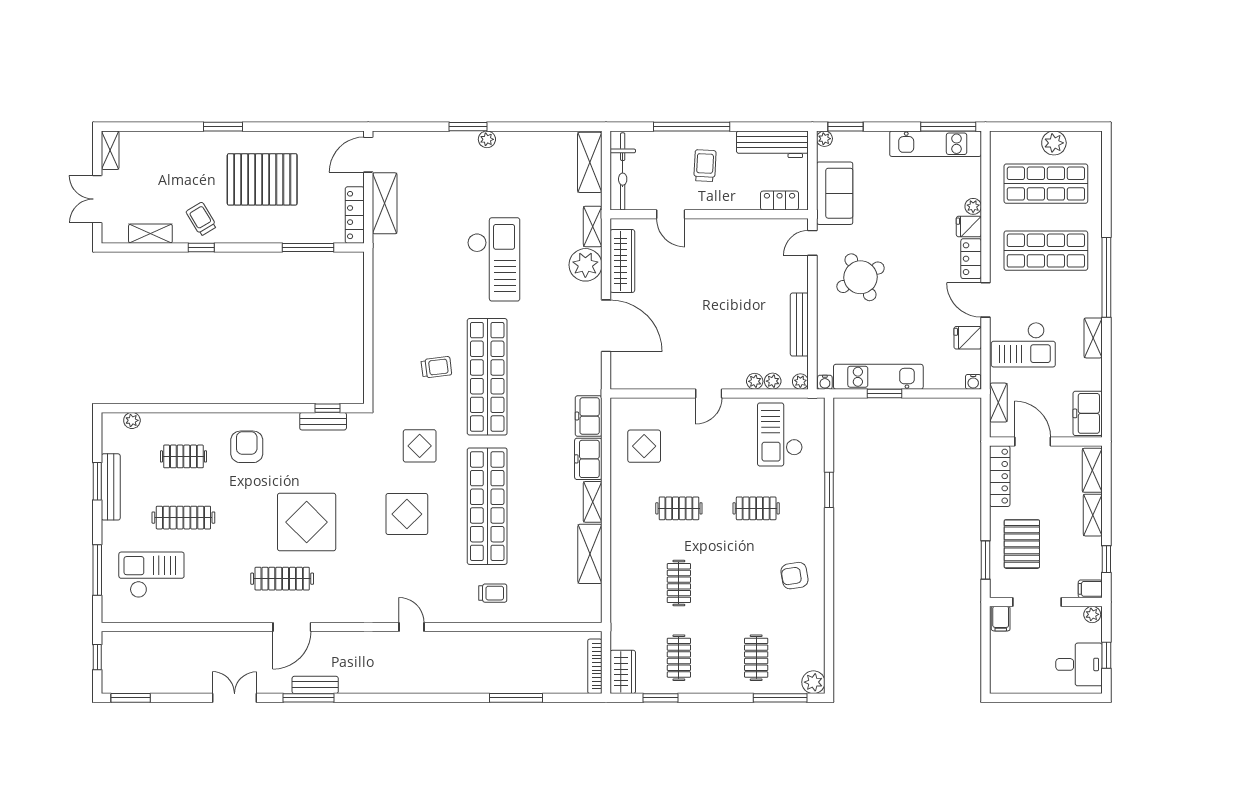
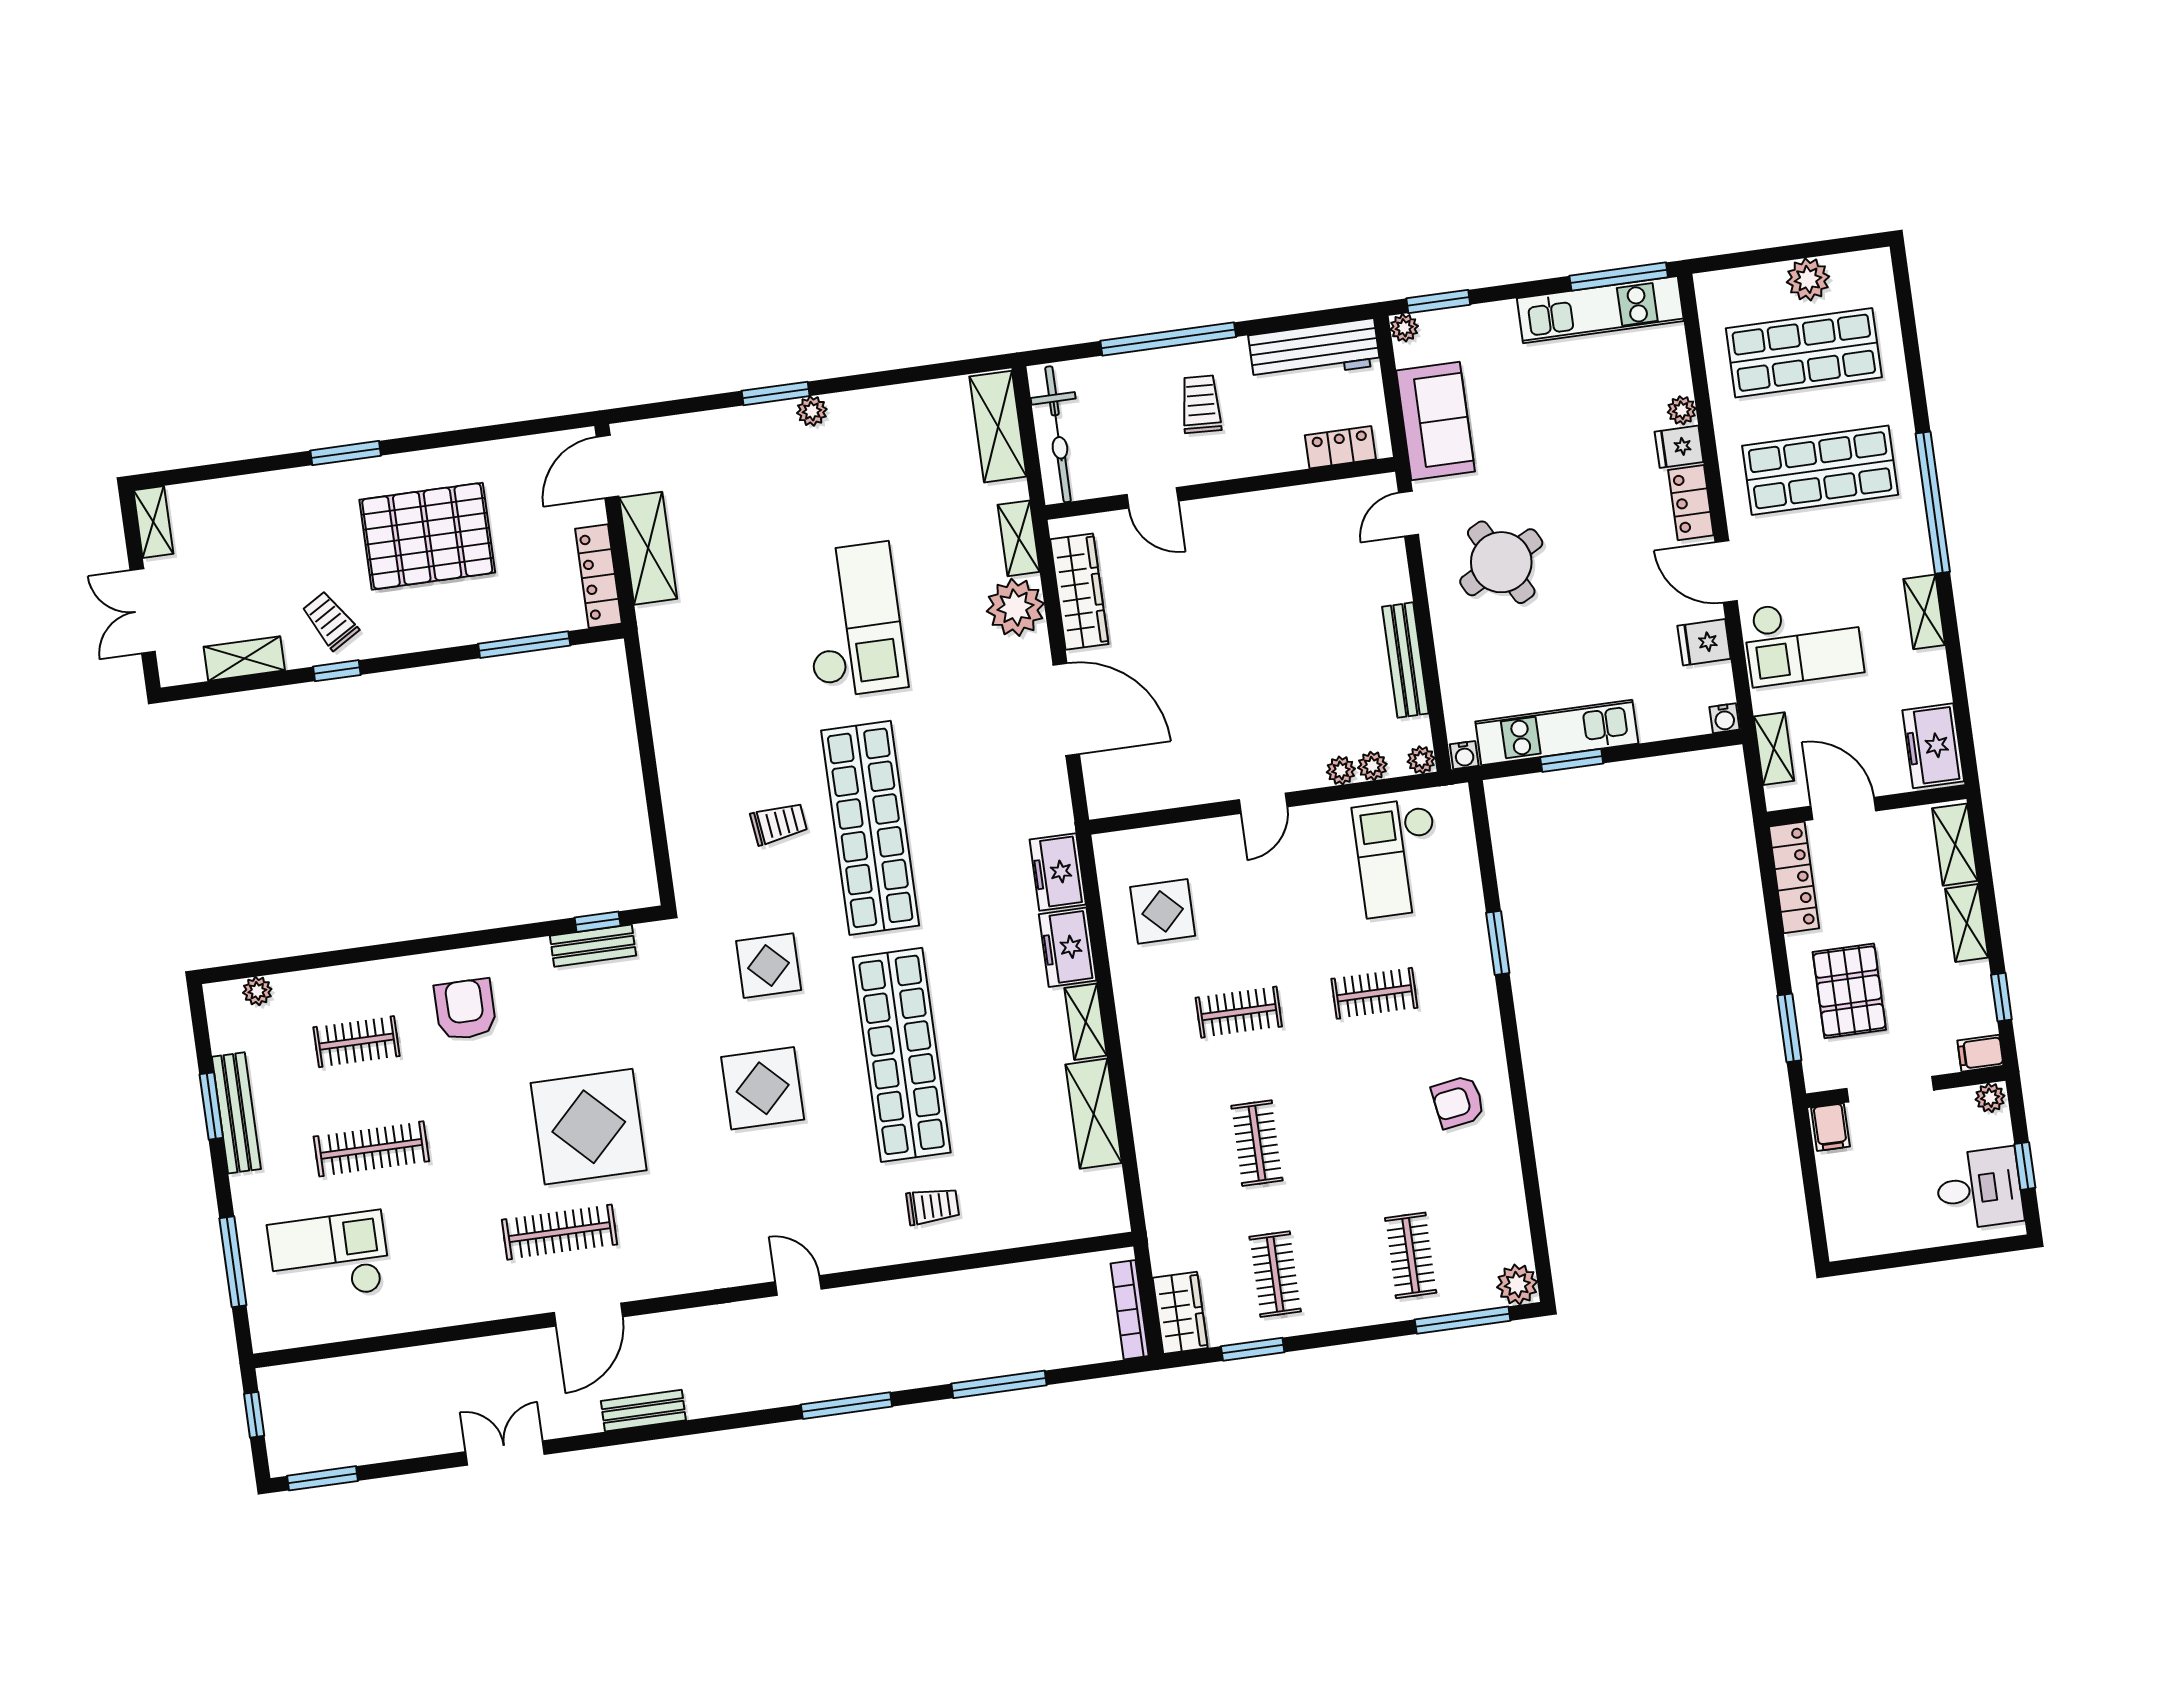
window: (309, 698) -> (846, 1406), moved

